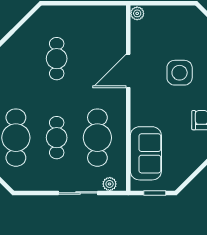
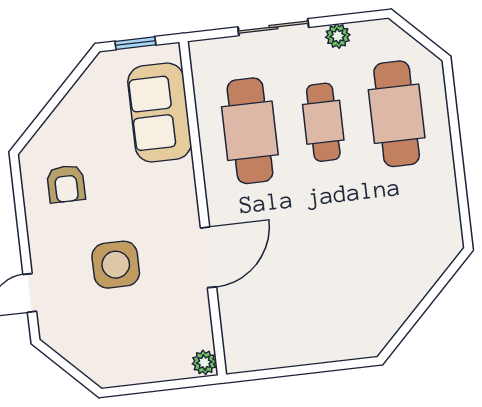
cafe table: (57, 59) -> (340, 264), removed
plant: (110, 184) -> (338, 36), moved

